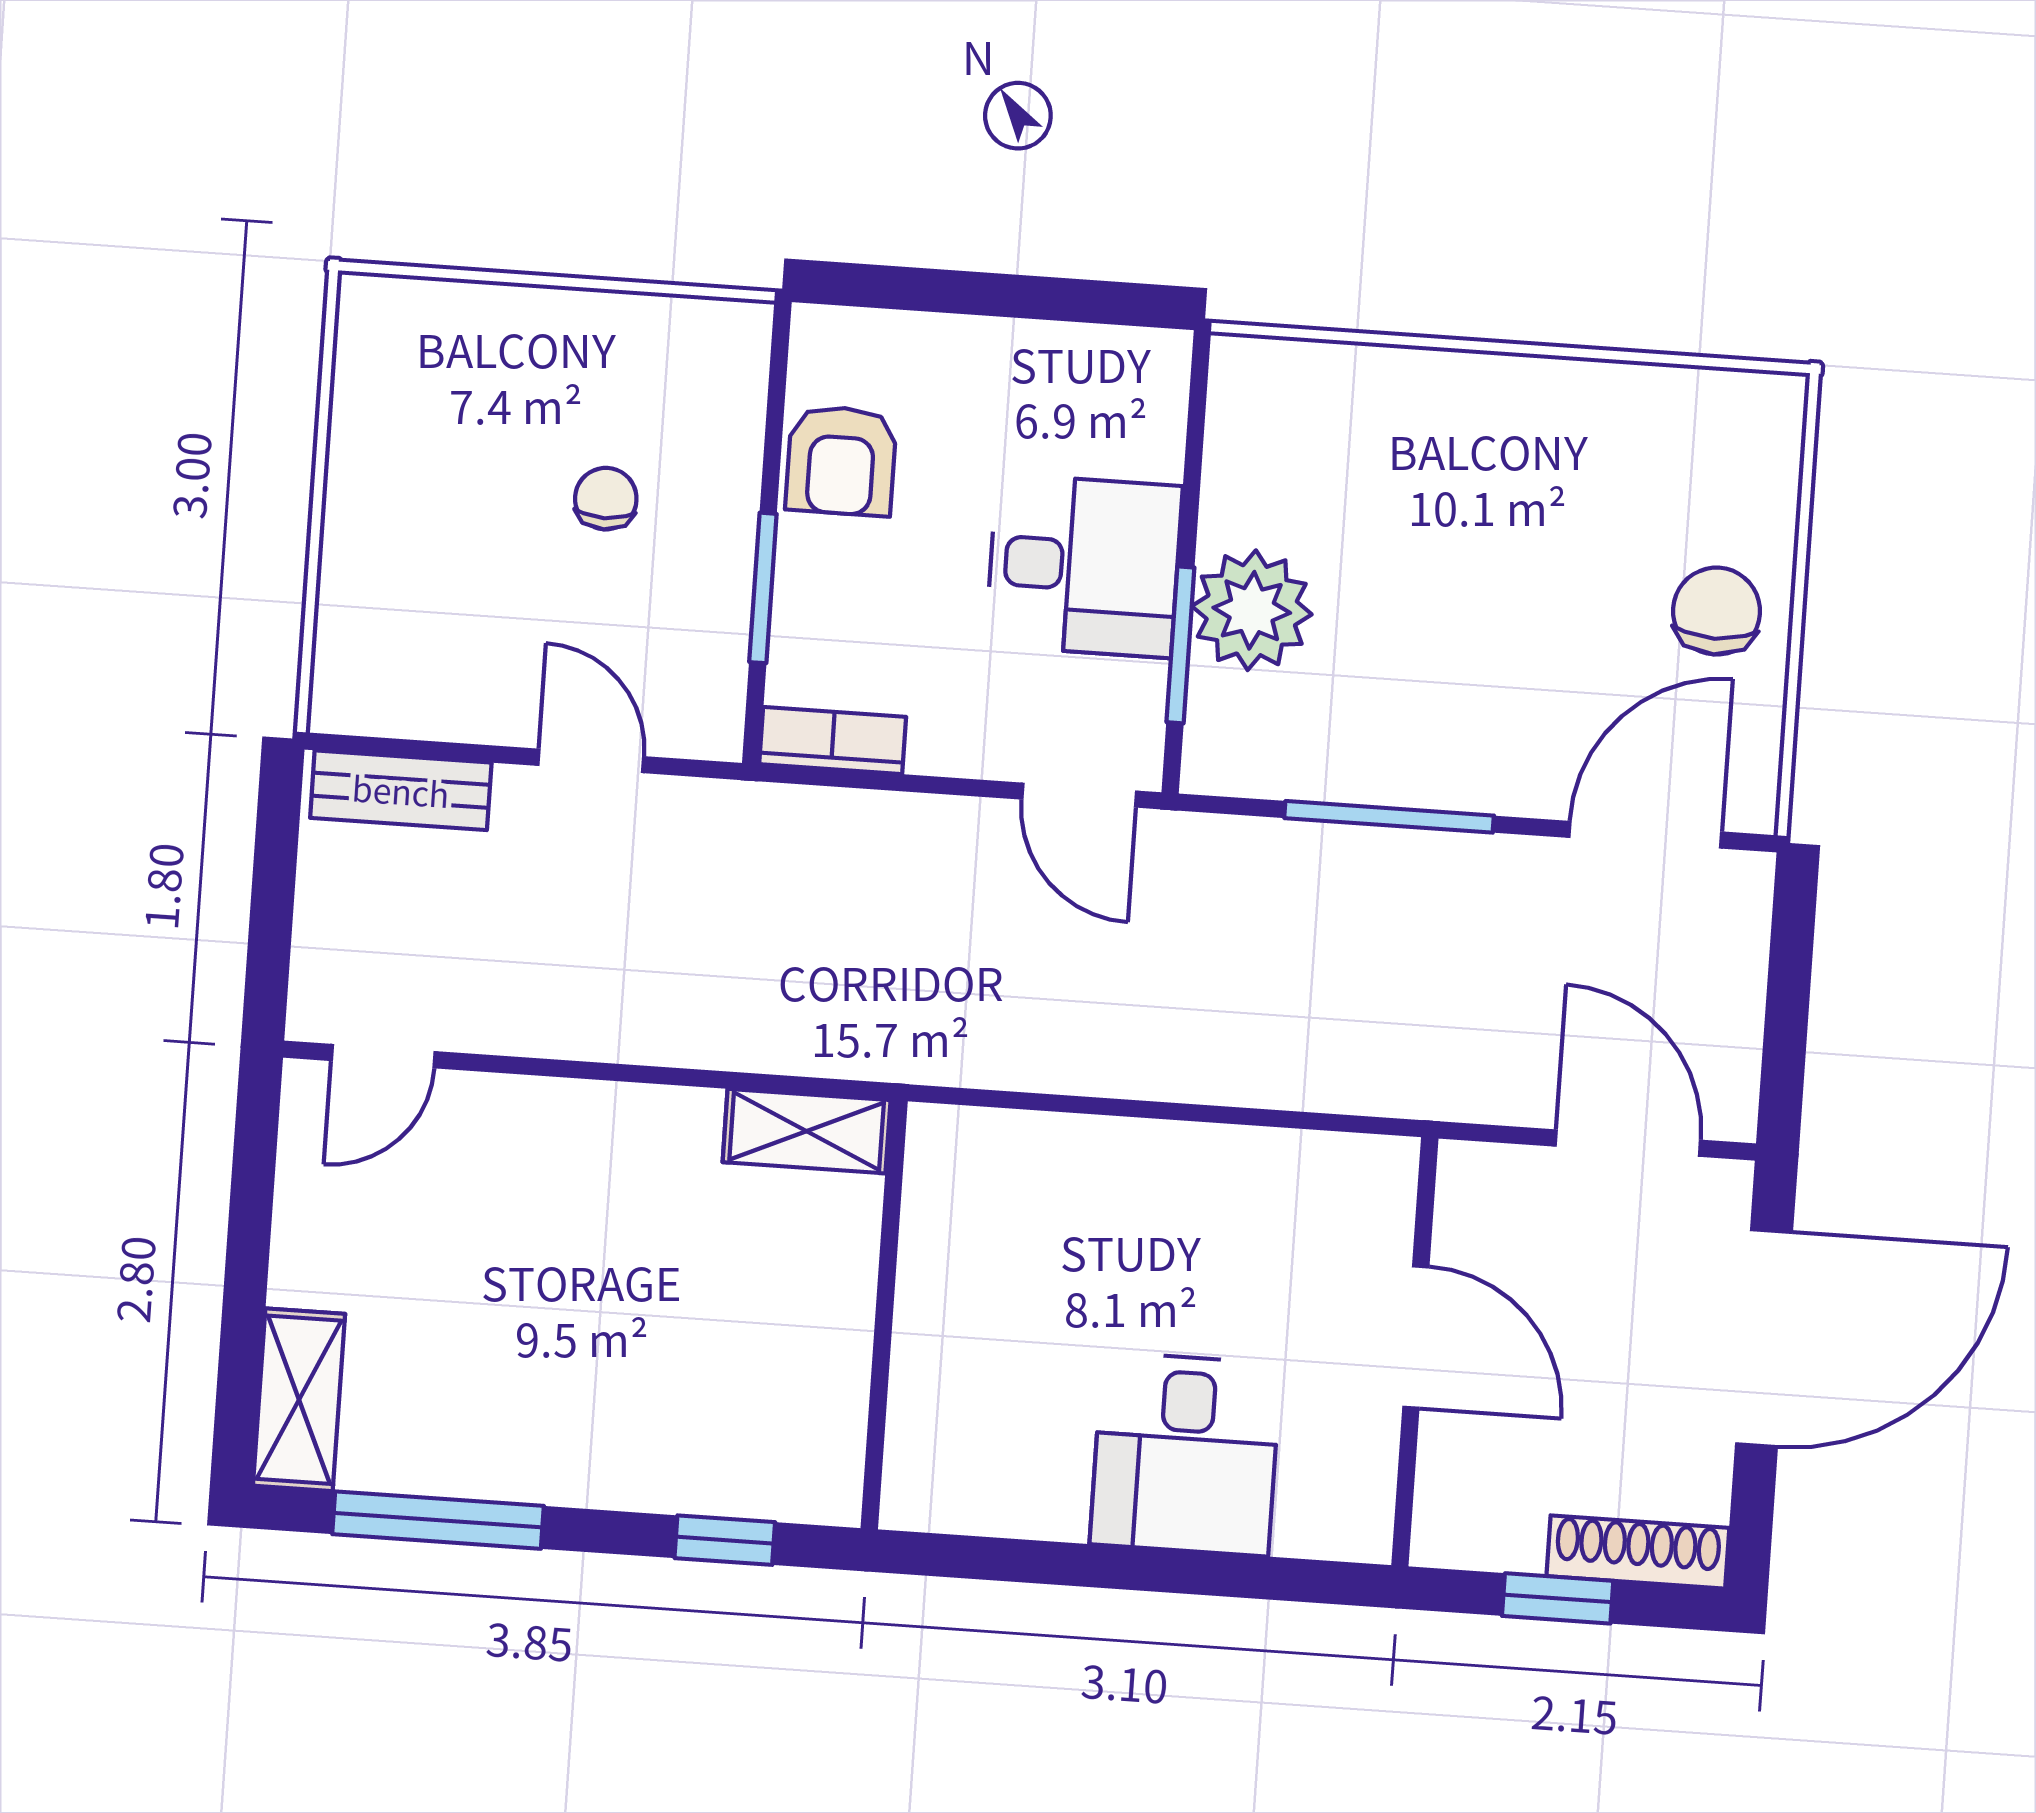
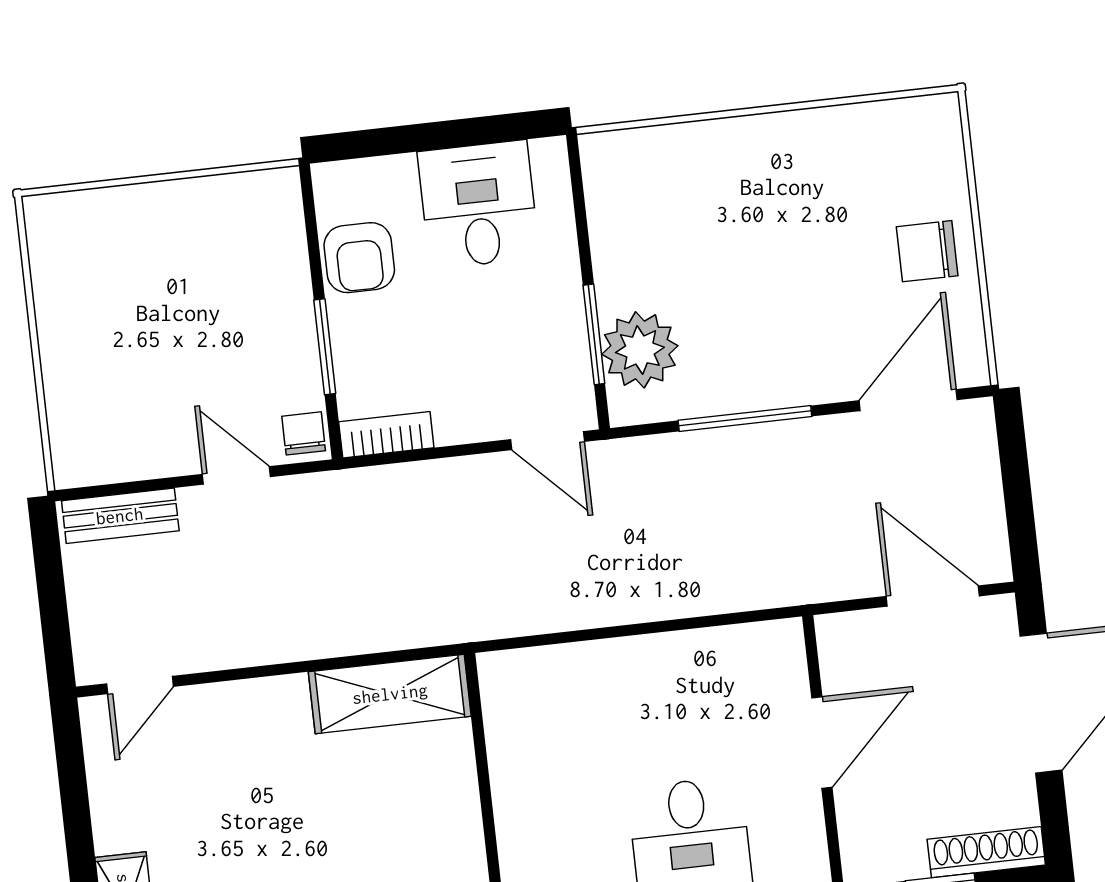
chair: (606, 499) -> (304, 433), moved
desk: (1084, 566) -> (478, 205), moved, turned -90
plant: (1252, 610) -> (640, 350), moved
chair: (1717, 611) -> (927, 251), turned -90
shelving: (807, 1131) -> (390, 694), width x1.50, depth x1.33
door: (1416, 1337) -> (822, 743), hinge flipped

